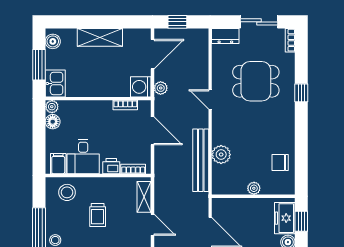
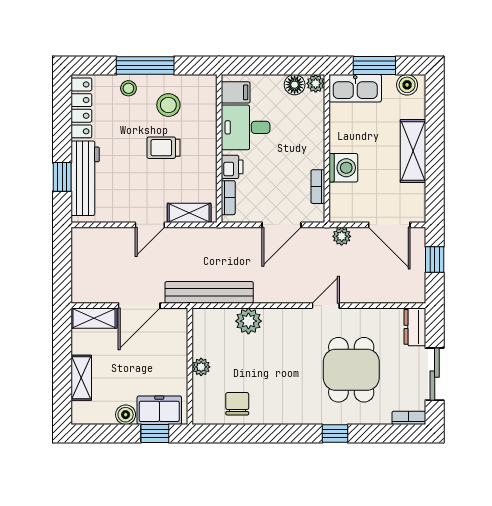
kitchen sink: (55, 83) -> (355, 88), width x1.38
washing machine: (141, 87) -> (343, 168), moved, turned 90
bench: (201, 160) -> (209, 292), moved
stool: (67, 192) -> (168, 105), moved

